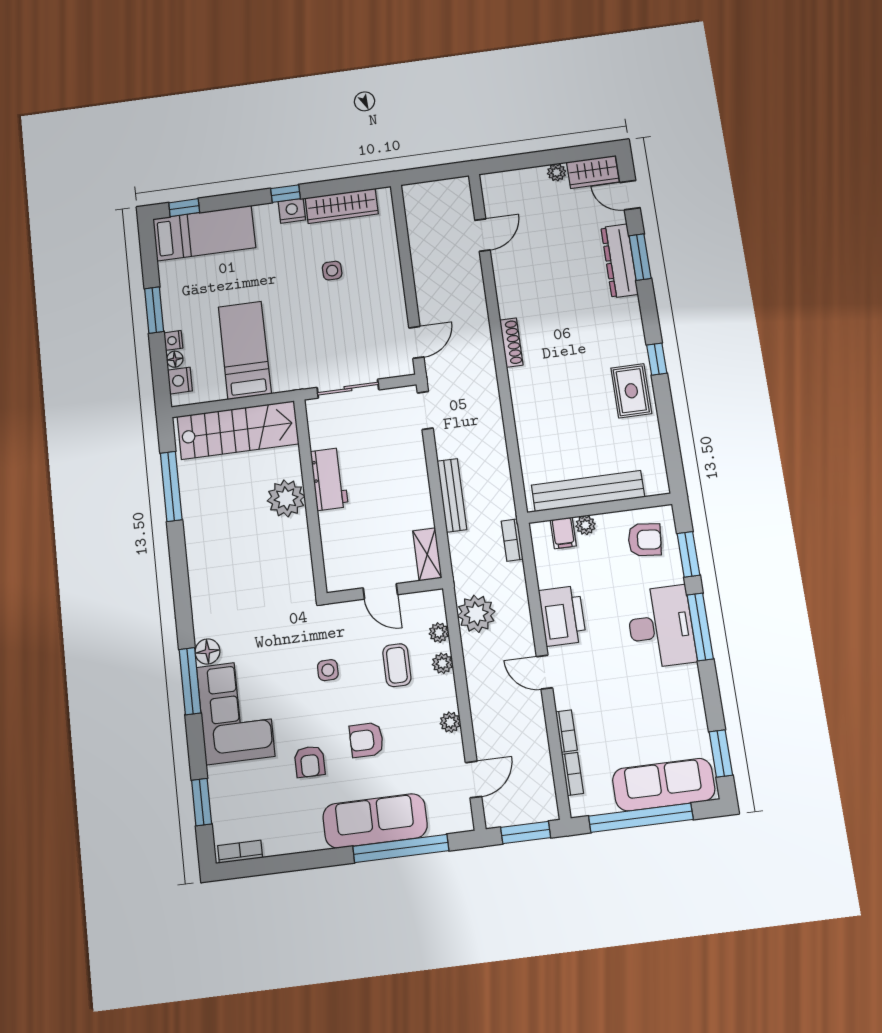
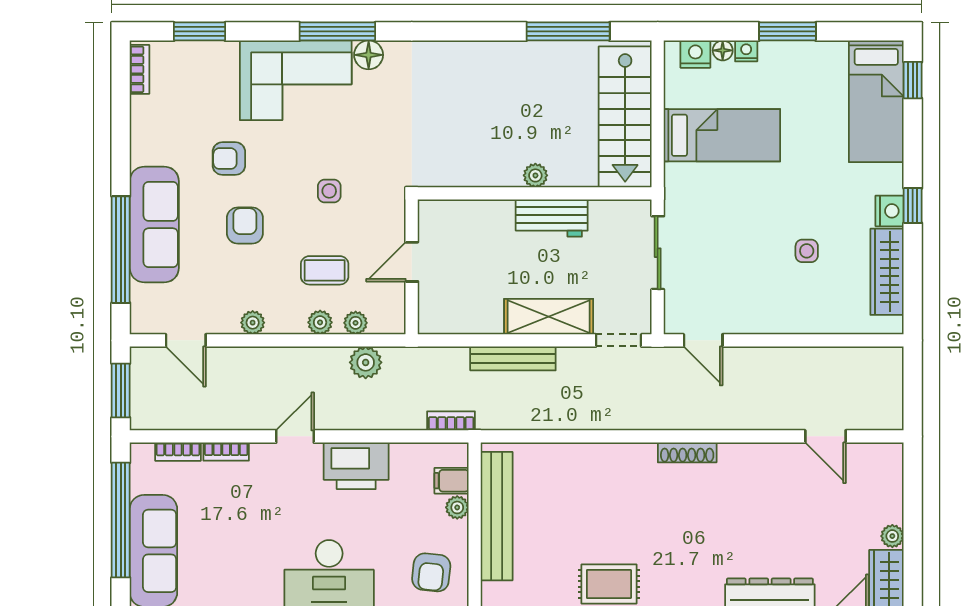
plant: (286, 498) -> (535, 175), width x0.53, depth x0.53
shelving: (427, 554) -> (549, 317), moved, width x1.50, depth x1.33
plant: (476, 614) -> (366, 362), width x0.73, depth x0.73

